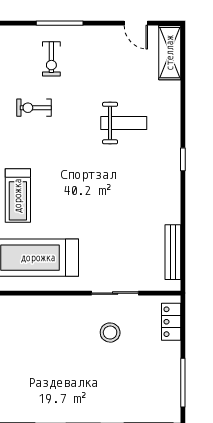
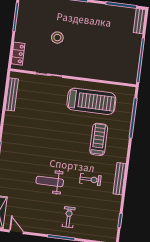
exercise bike: (34, 108) -> (90, 179), moved
weight bench: (124, 123) -> (50, 181), moved
stool: (110, 333) -> (57, 38), moved

